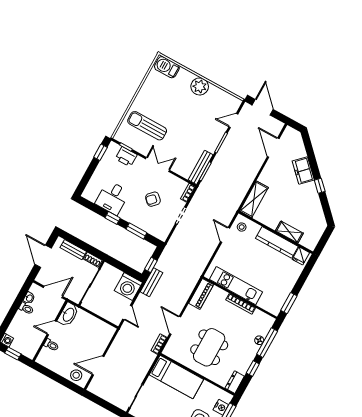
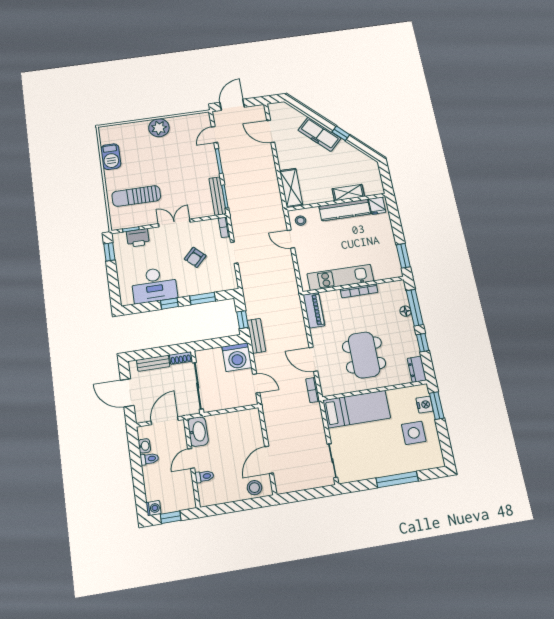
barbecue: (167, 67) -> (111, 157), moved, turned -90
door: (263, 107) -> (232, 105), hinge flipped
freezer: (303, 171) -> (319, 134), width x1.40
desk: (112, 198) -> (154, 285), width x1.37

